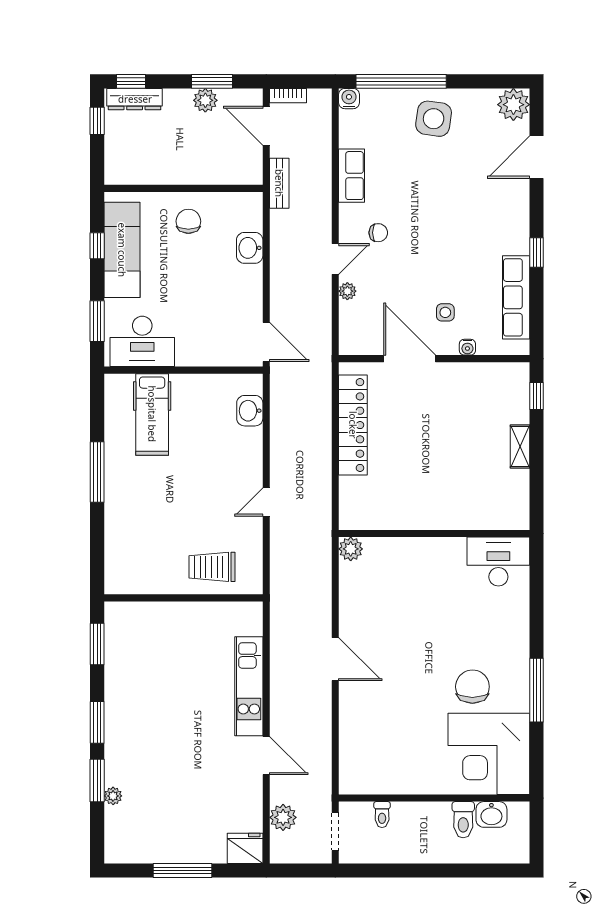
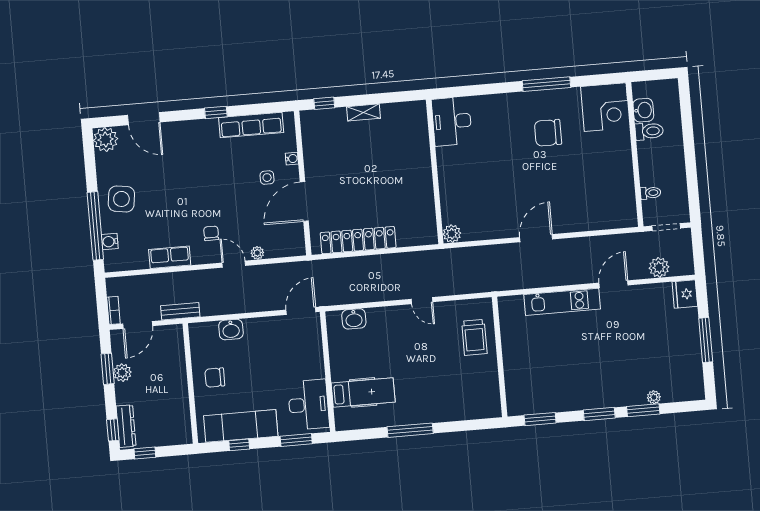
water cooler: (349, 99) -> (110, 242), moved
corner desk: (489, 754) -> (605, 107), width x0.74, depth x0.74

